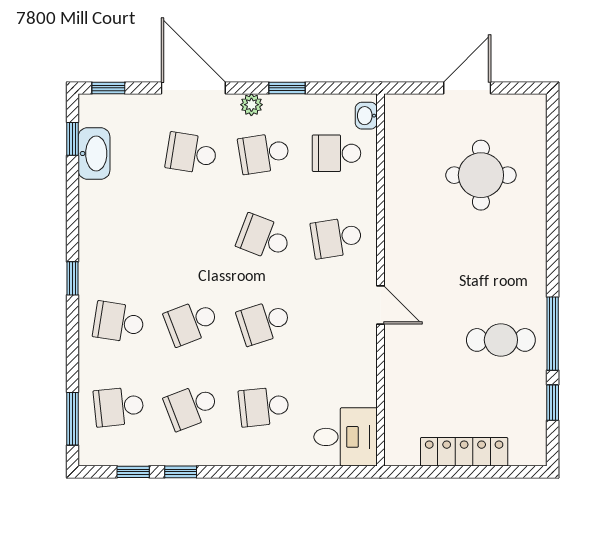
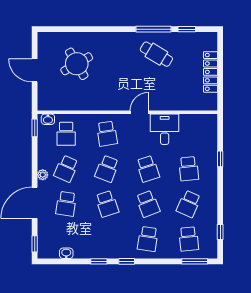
window: (287, 88) -> (35, 128), moved
window: (72, 139) -> (99, 261), moved
school desk: (264, 153) -> (66, 169), turned 33
washbasin: (94, 154) -> (66, 253), width x0.52, depth x0.69
round table: (481, 175) -> (77, 64), turned -30
school desk: (191, 238) -> (107, 204), added
cafe table: (501, 340) -> (156, 54), turned -59
school desk: (191, 407) -> (189, 204), turned 45
desk: (346, 437) -> (165, 129), moved
window: (181, 472) -> (220, 159), moved

